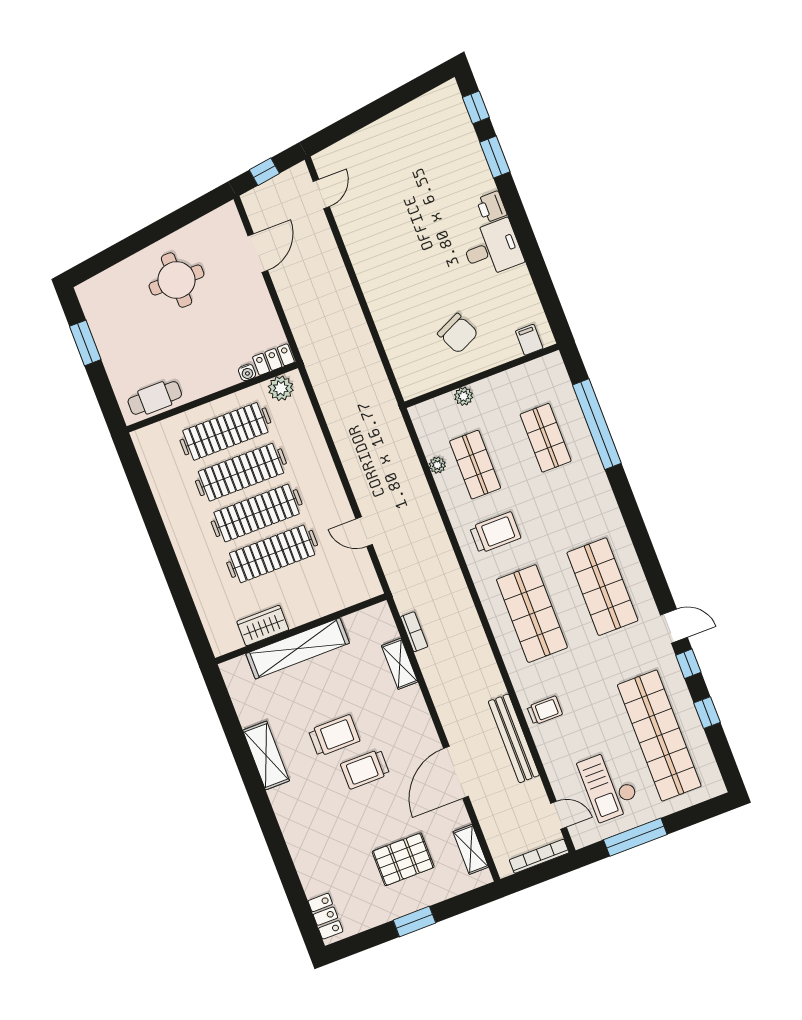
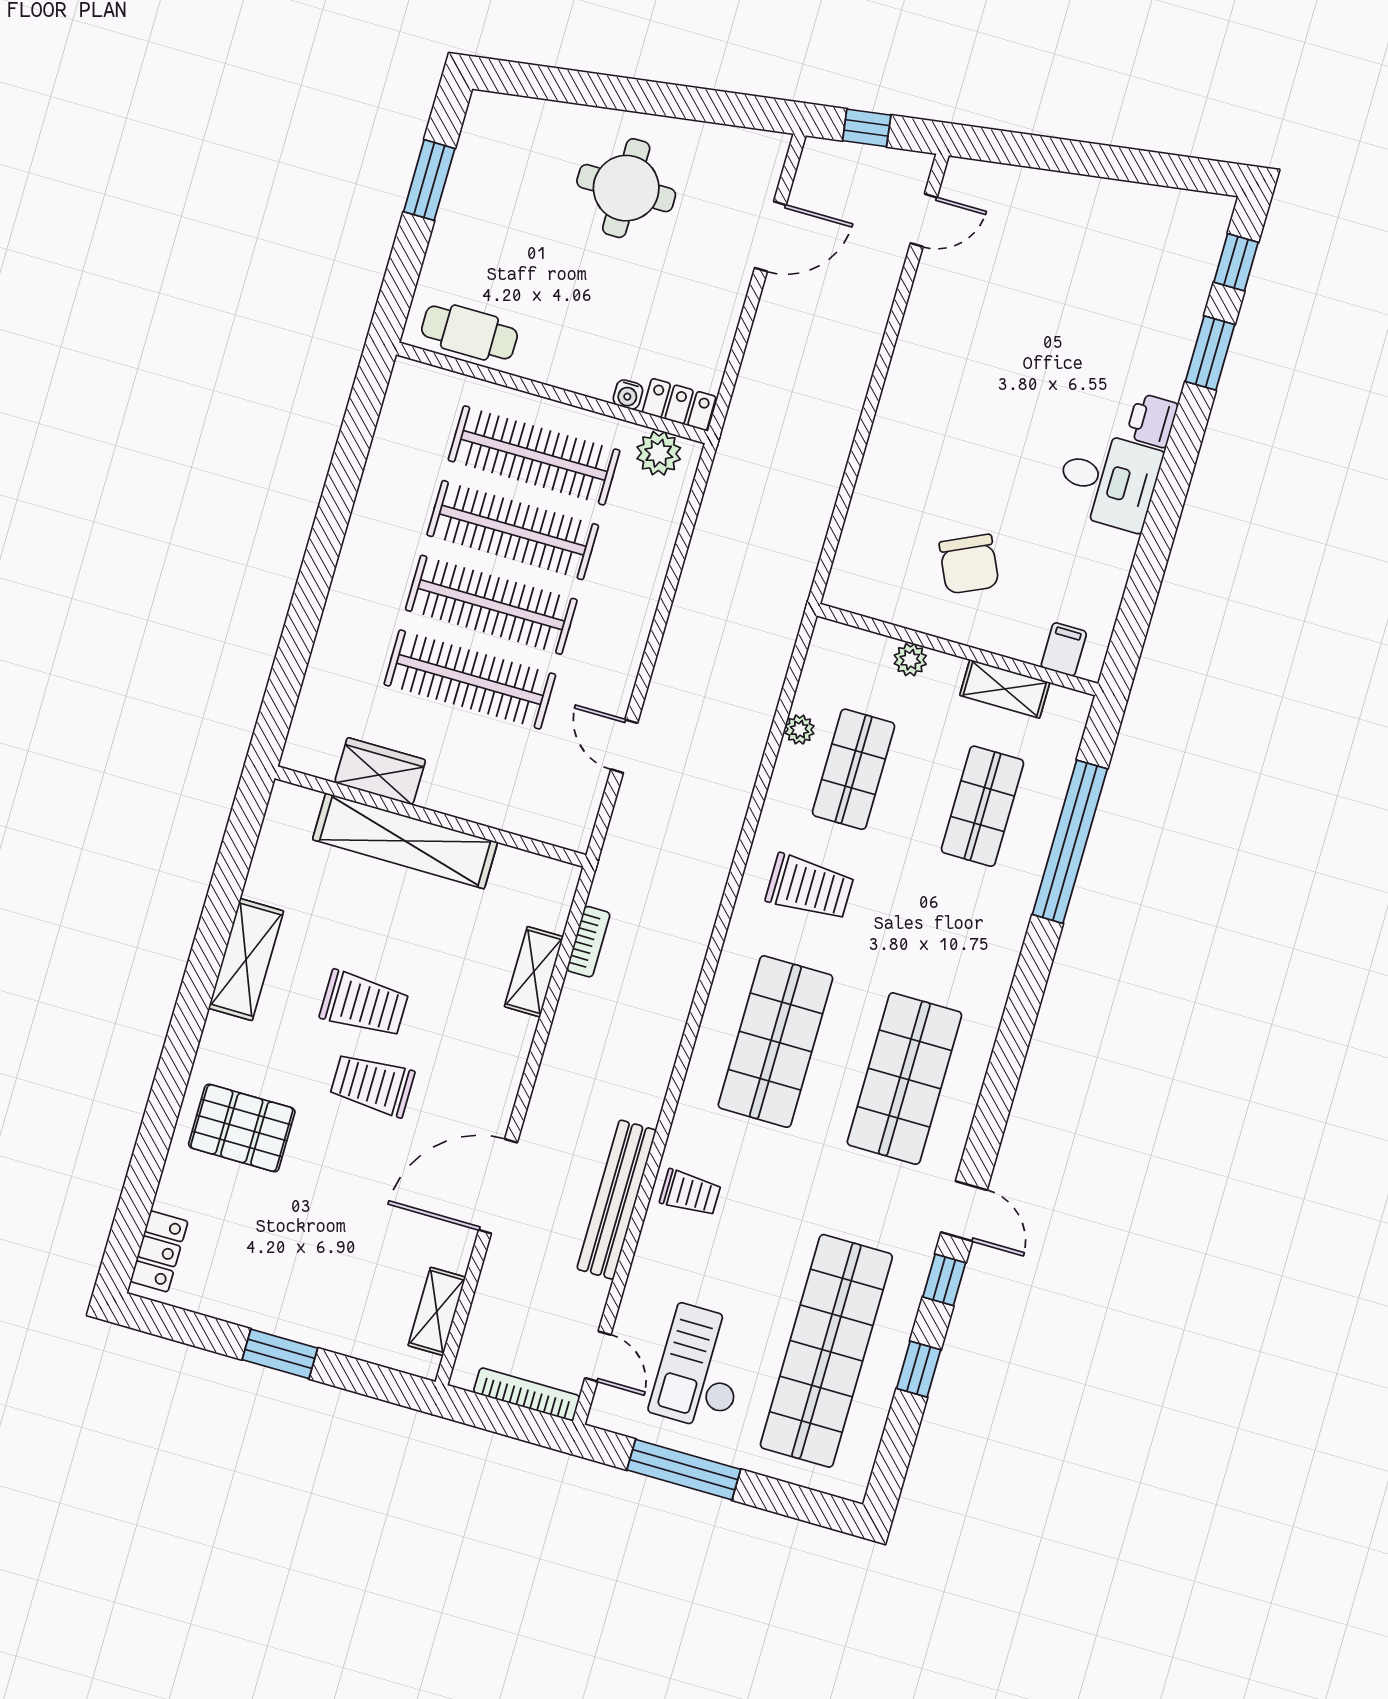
shelving: (516, 377) -> (1005, 689), added
pallet: (403, 859) -> (242, 1128), moved

